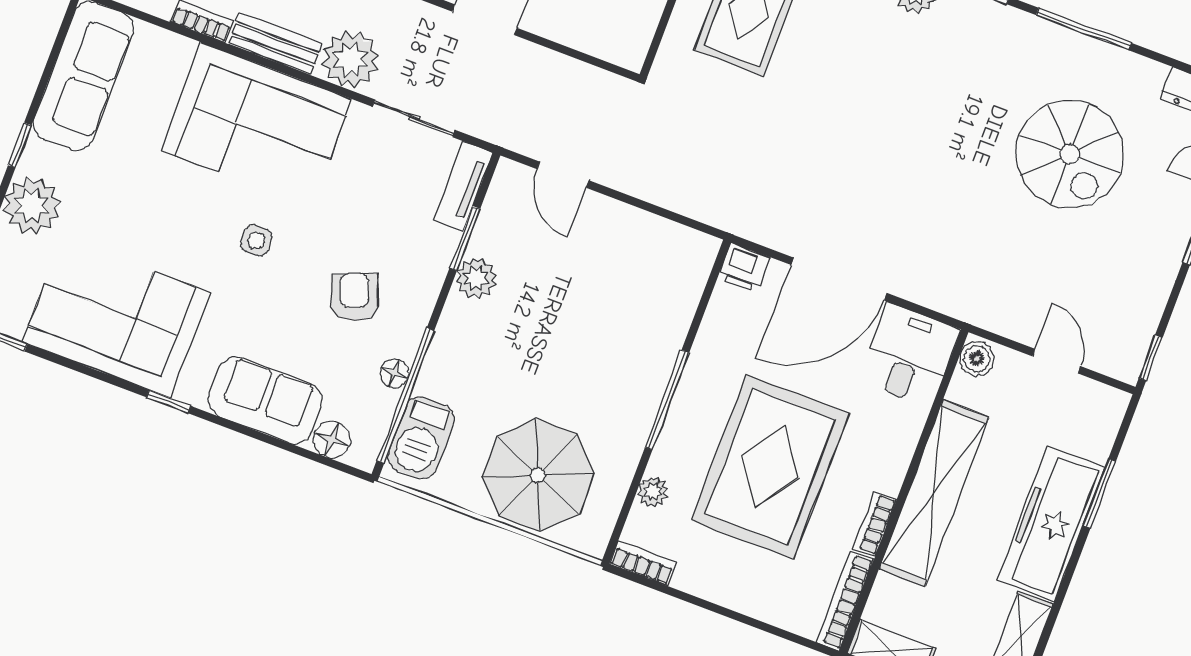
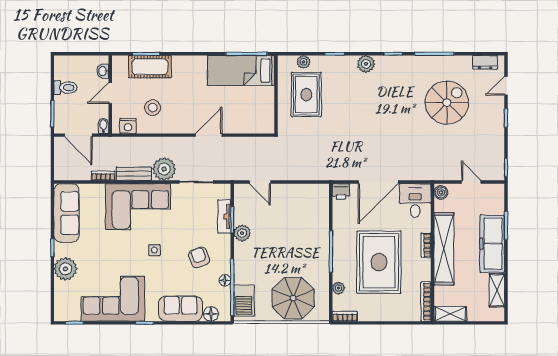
spiral stairs: (1070, 154) -> (447, 103), turned -90
tv unit: (463, 186) -> (224, 217), moved
bookcase: (875, 524) -> (426, 245), moved

